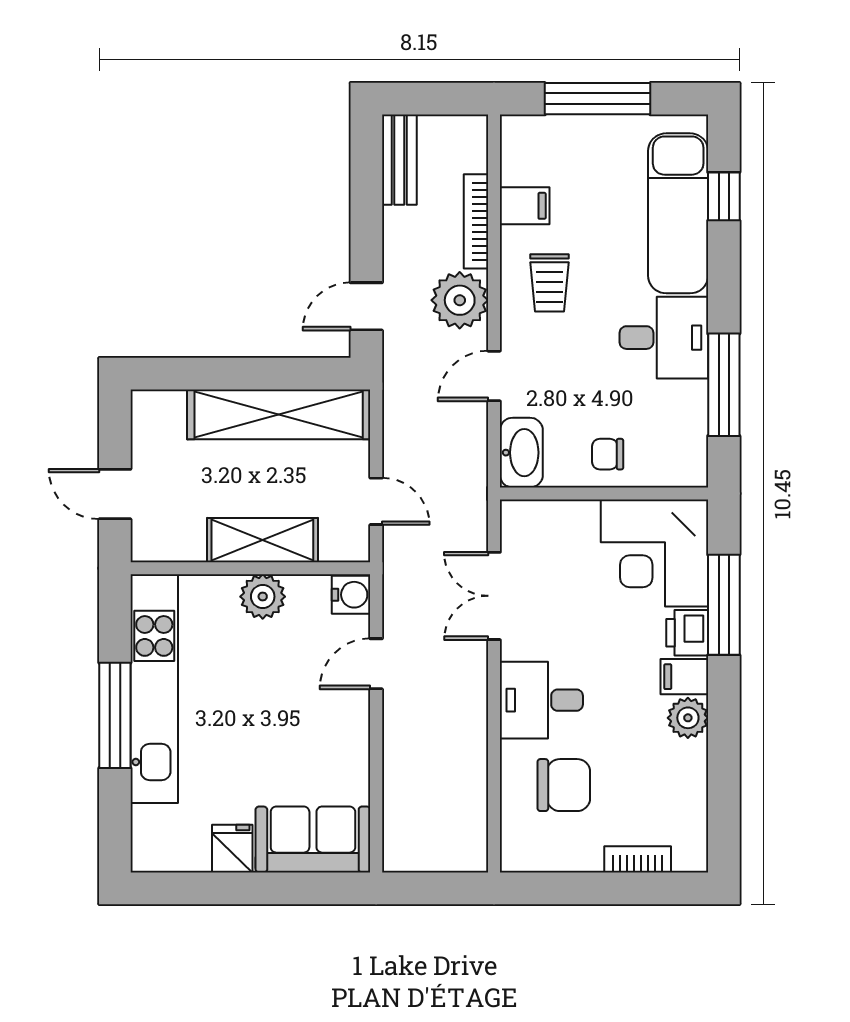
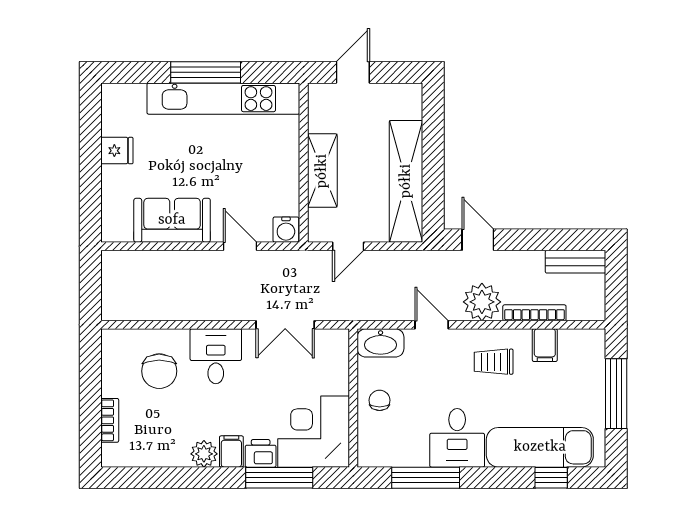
double door: (494, 596) -> (285, 325), swing flipped
plant: (263, 597) -> (285, 171), removed
sofa: (313, 840) -> (172, 220), moved, turned -90

